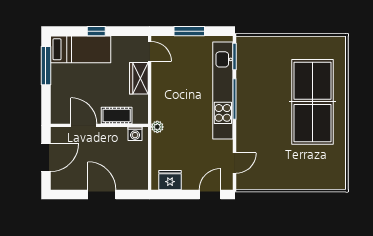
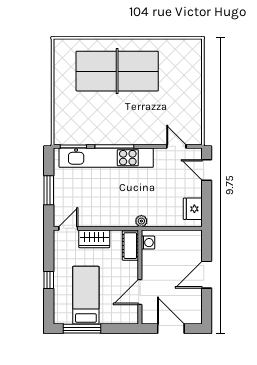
bed: (81, 49) -> (86, 295), moved
cot: (117, 115) -> (130, 246), moved

